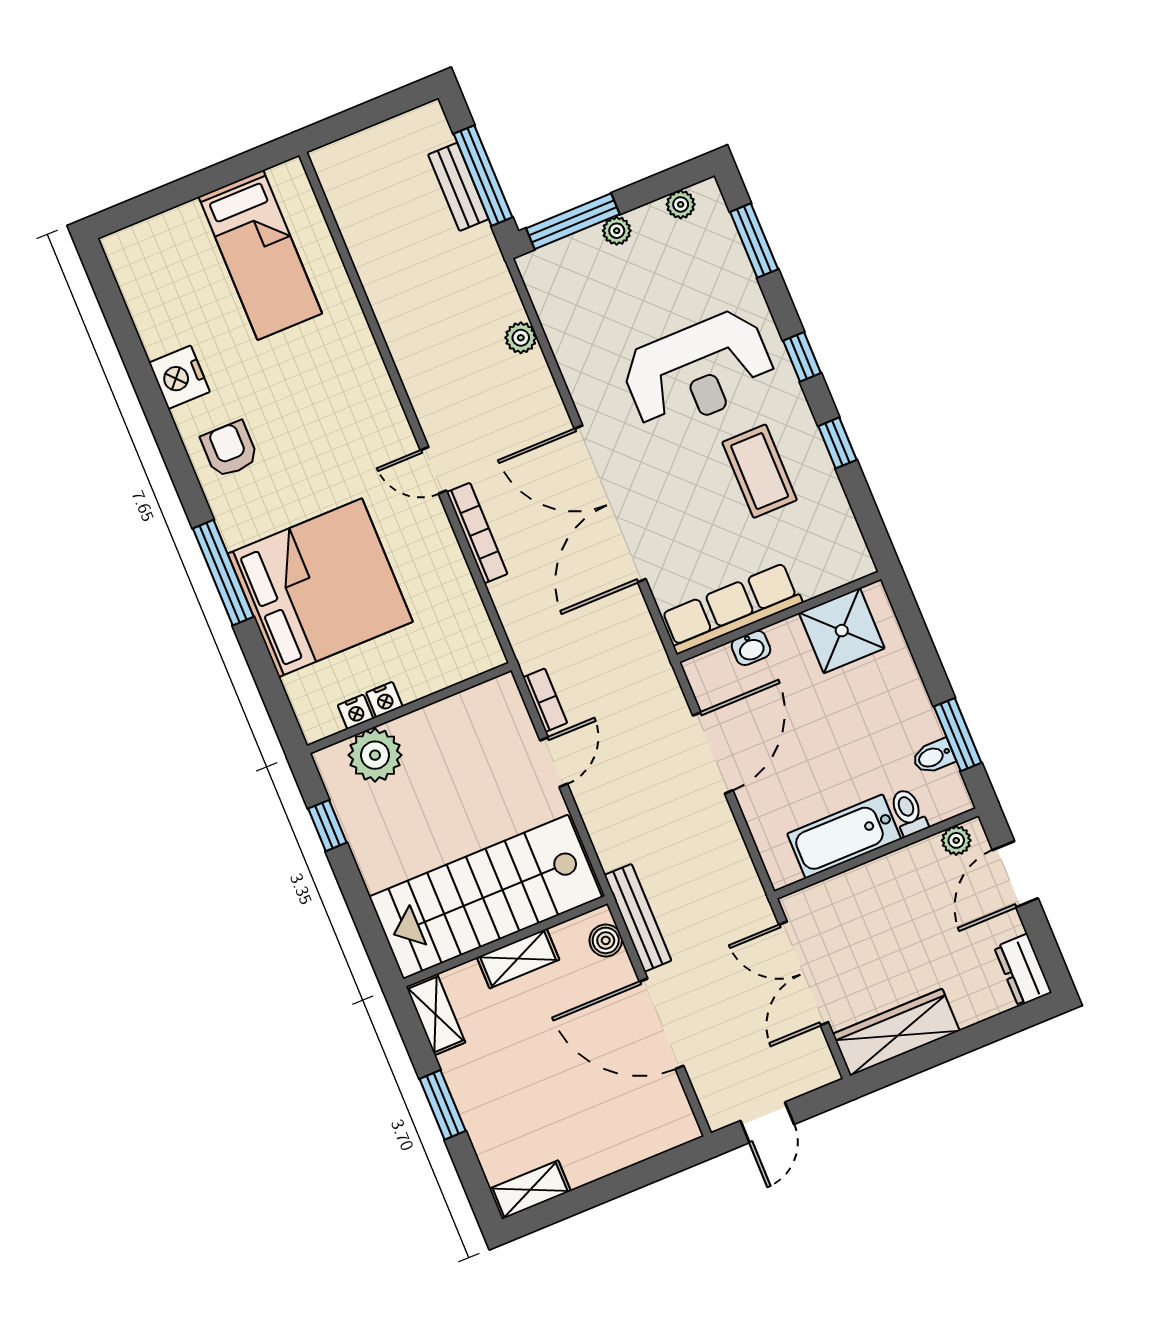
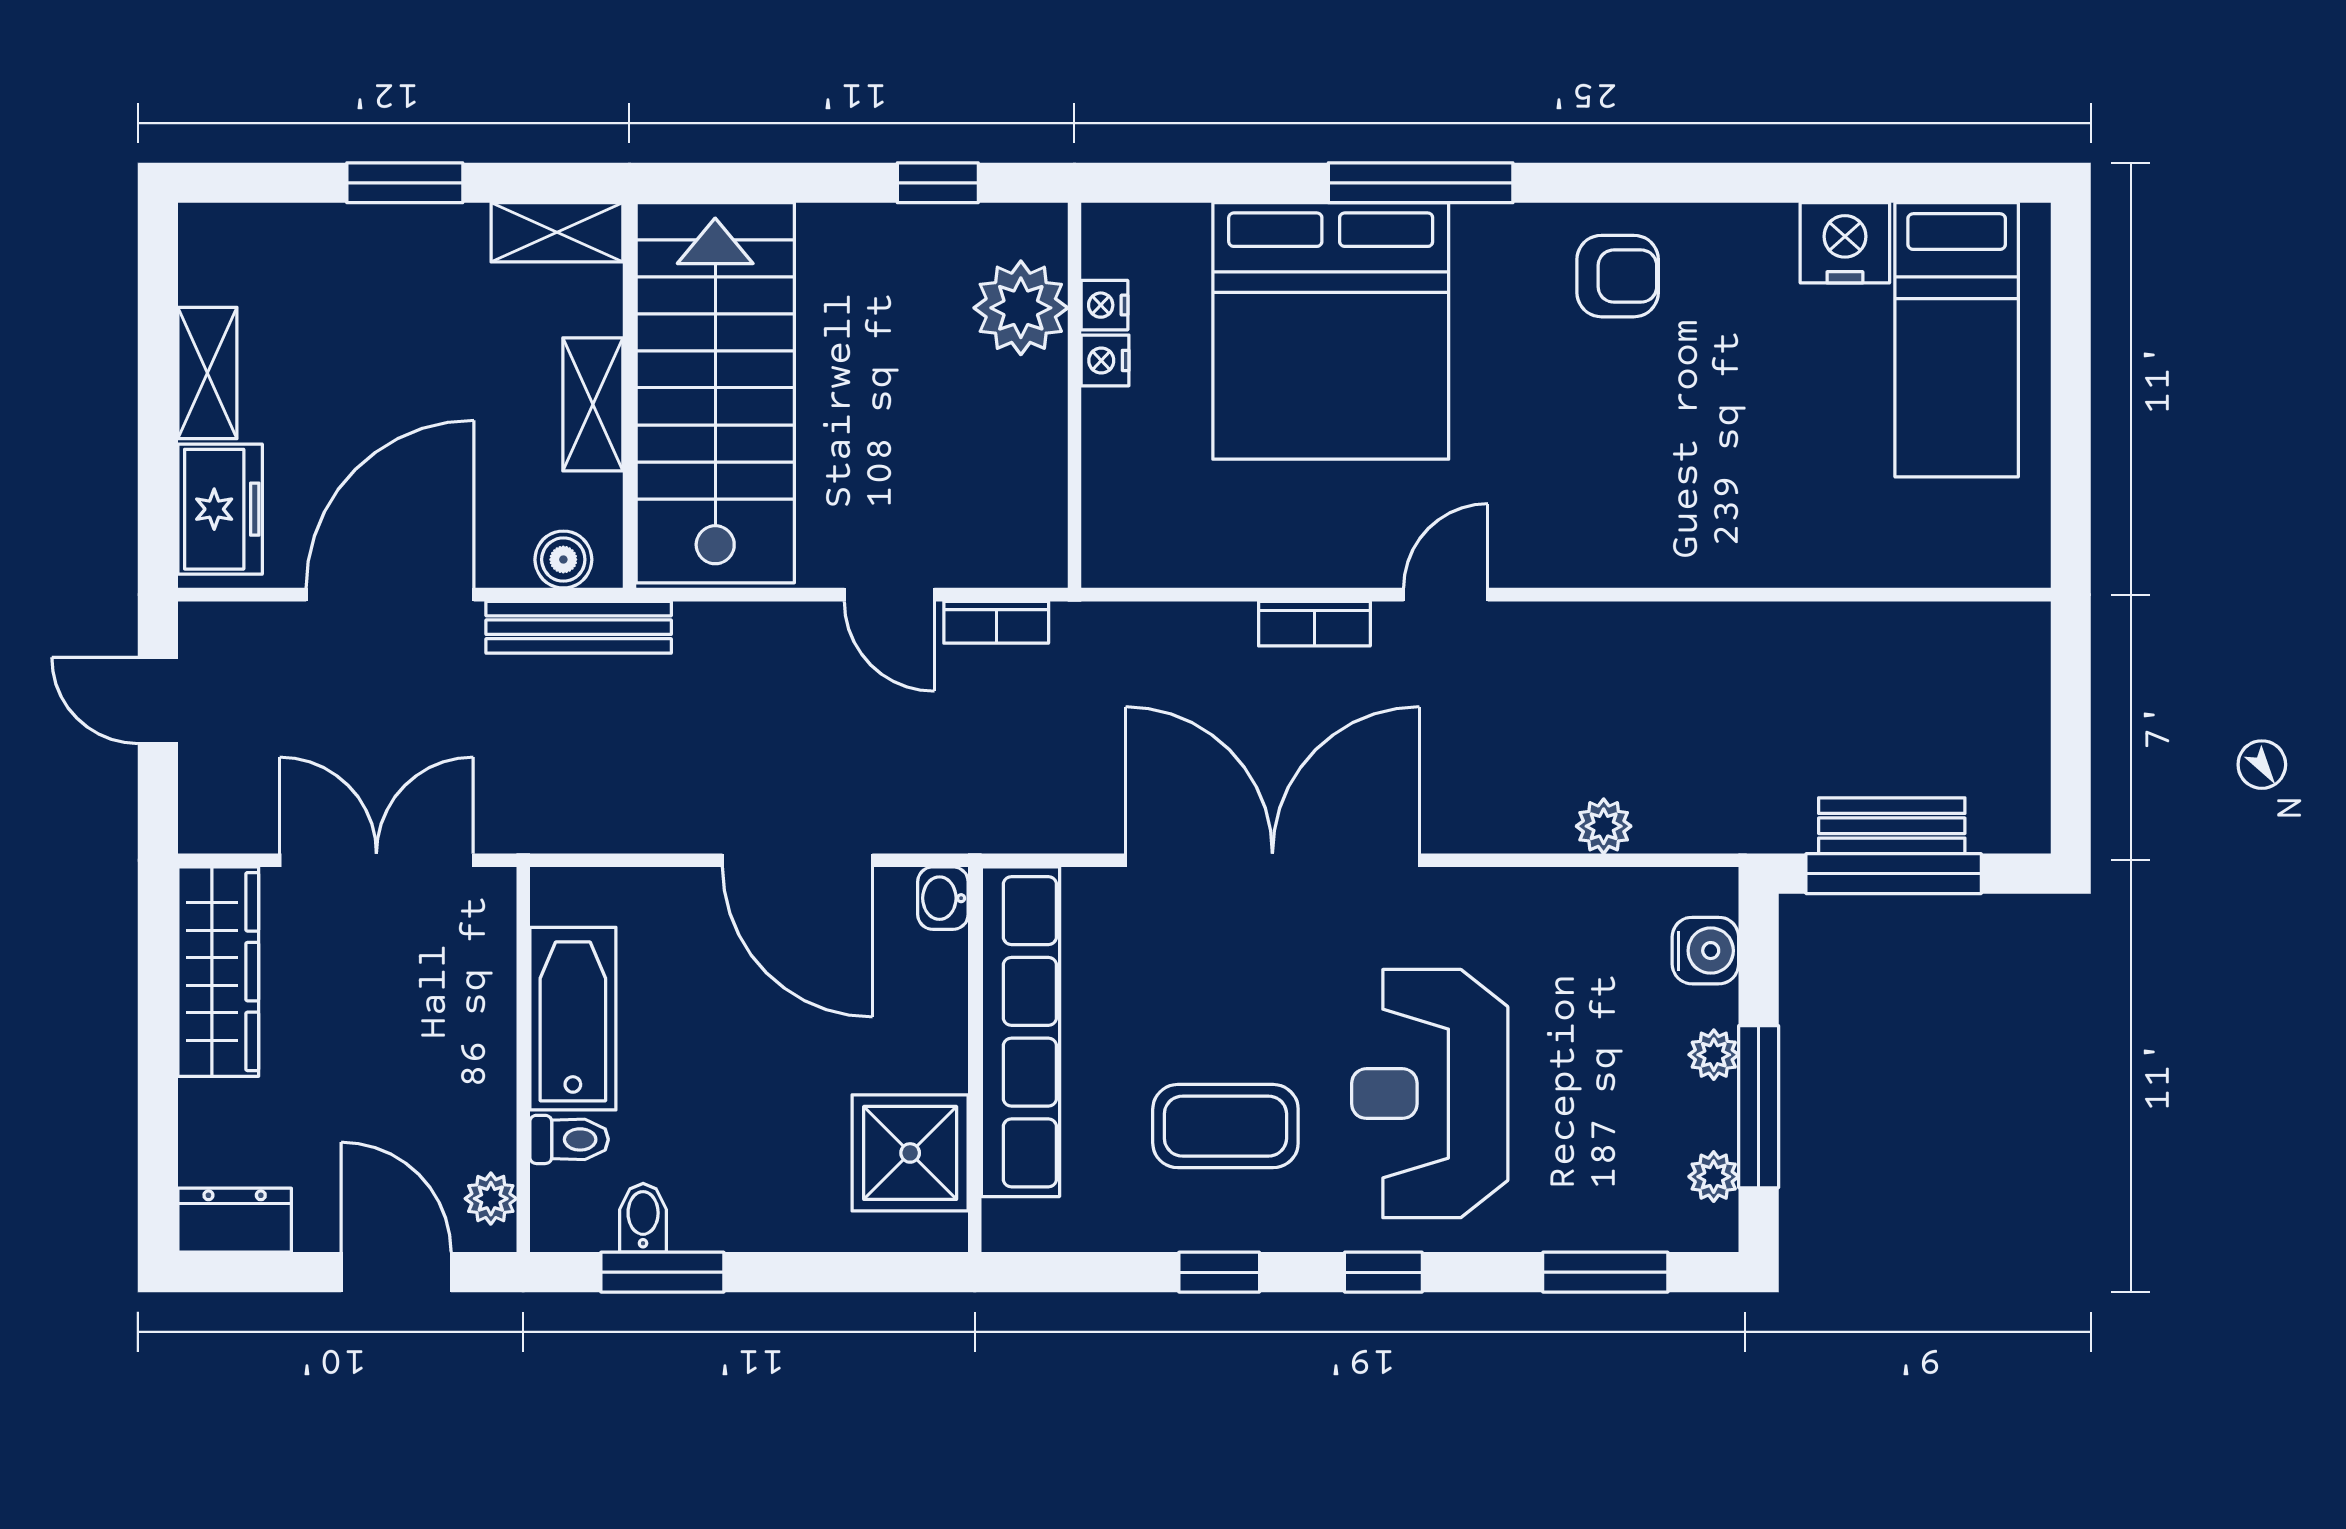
window: (573, 221) -> (1759, 1107), moved
bed: (260, 255) -> (1957, 340), moved, turned -90
water cooler: (564, 258) -> (1705, 951), added
nightstand: (179, 377) -> (1845, 243), moved
bookcase: (477, 533) -> (1314, 624), width x0.64
row of seats: (731, 608) -> (1021, 1032), width x1.36
washbasin: (751, 648) -> (943, 898), moved
freezer: (653, 1131) -> (220, 509), added
shelving: (530, 1190) -> (207, 373), moved

